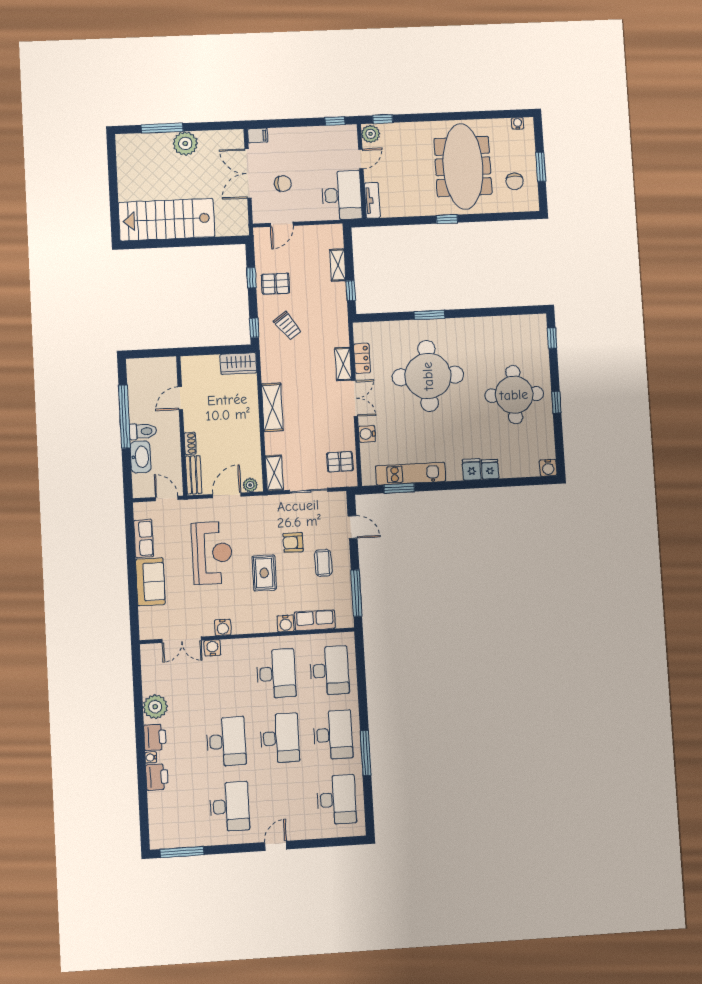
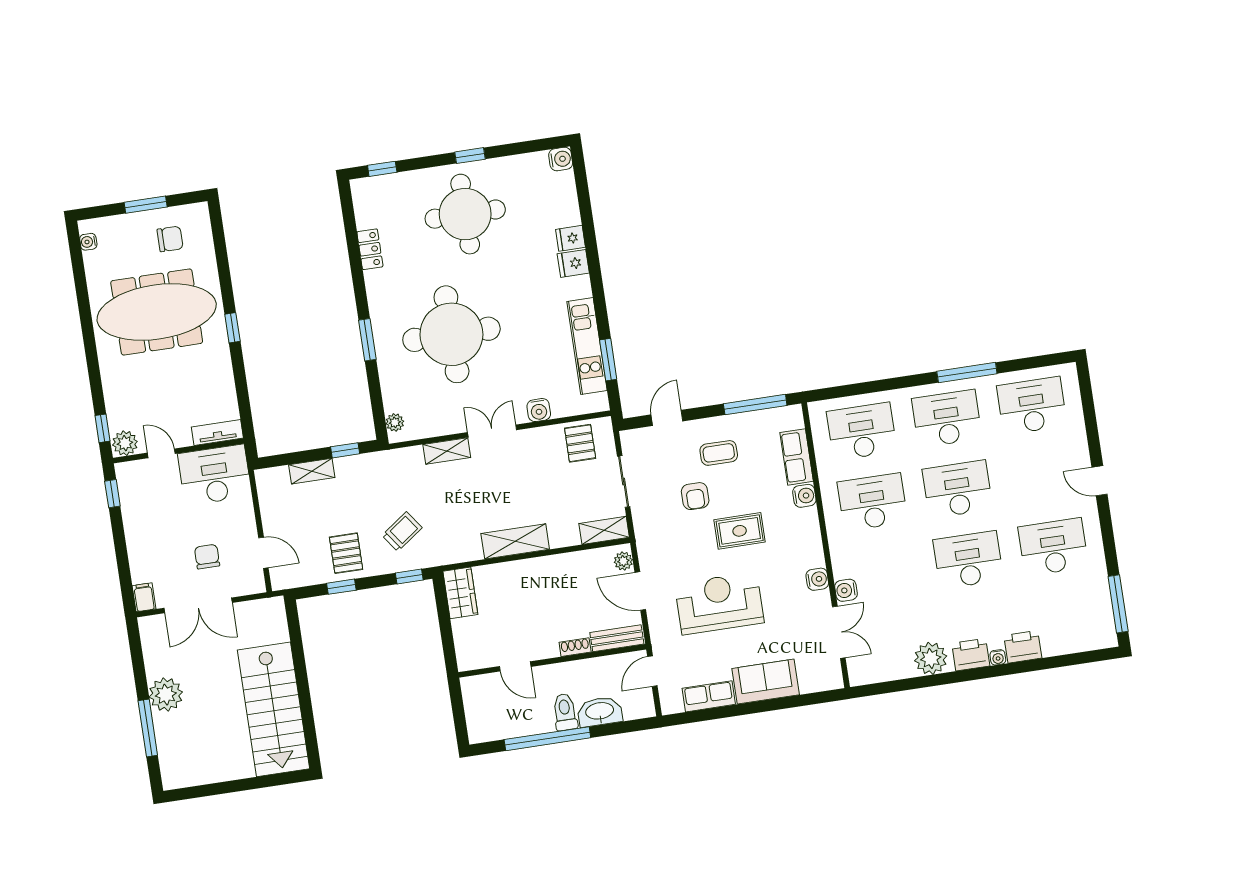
plant: (368, 329) -> (395, 422), added
locker: (362, 358) -> (370, 249), moved, turned 90

